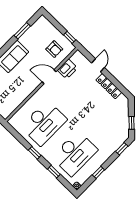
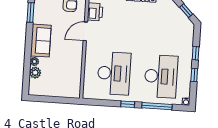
window: (122, 149) -> (196, 53), moved
window: (54, 172) -> (157, 106), width x2.17

